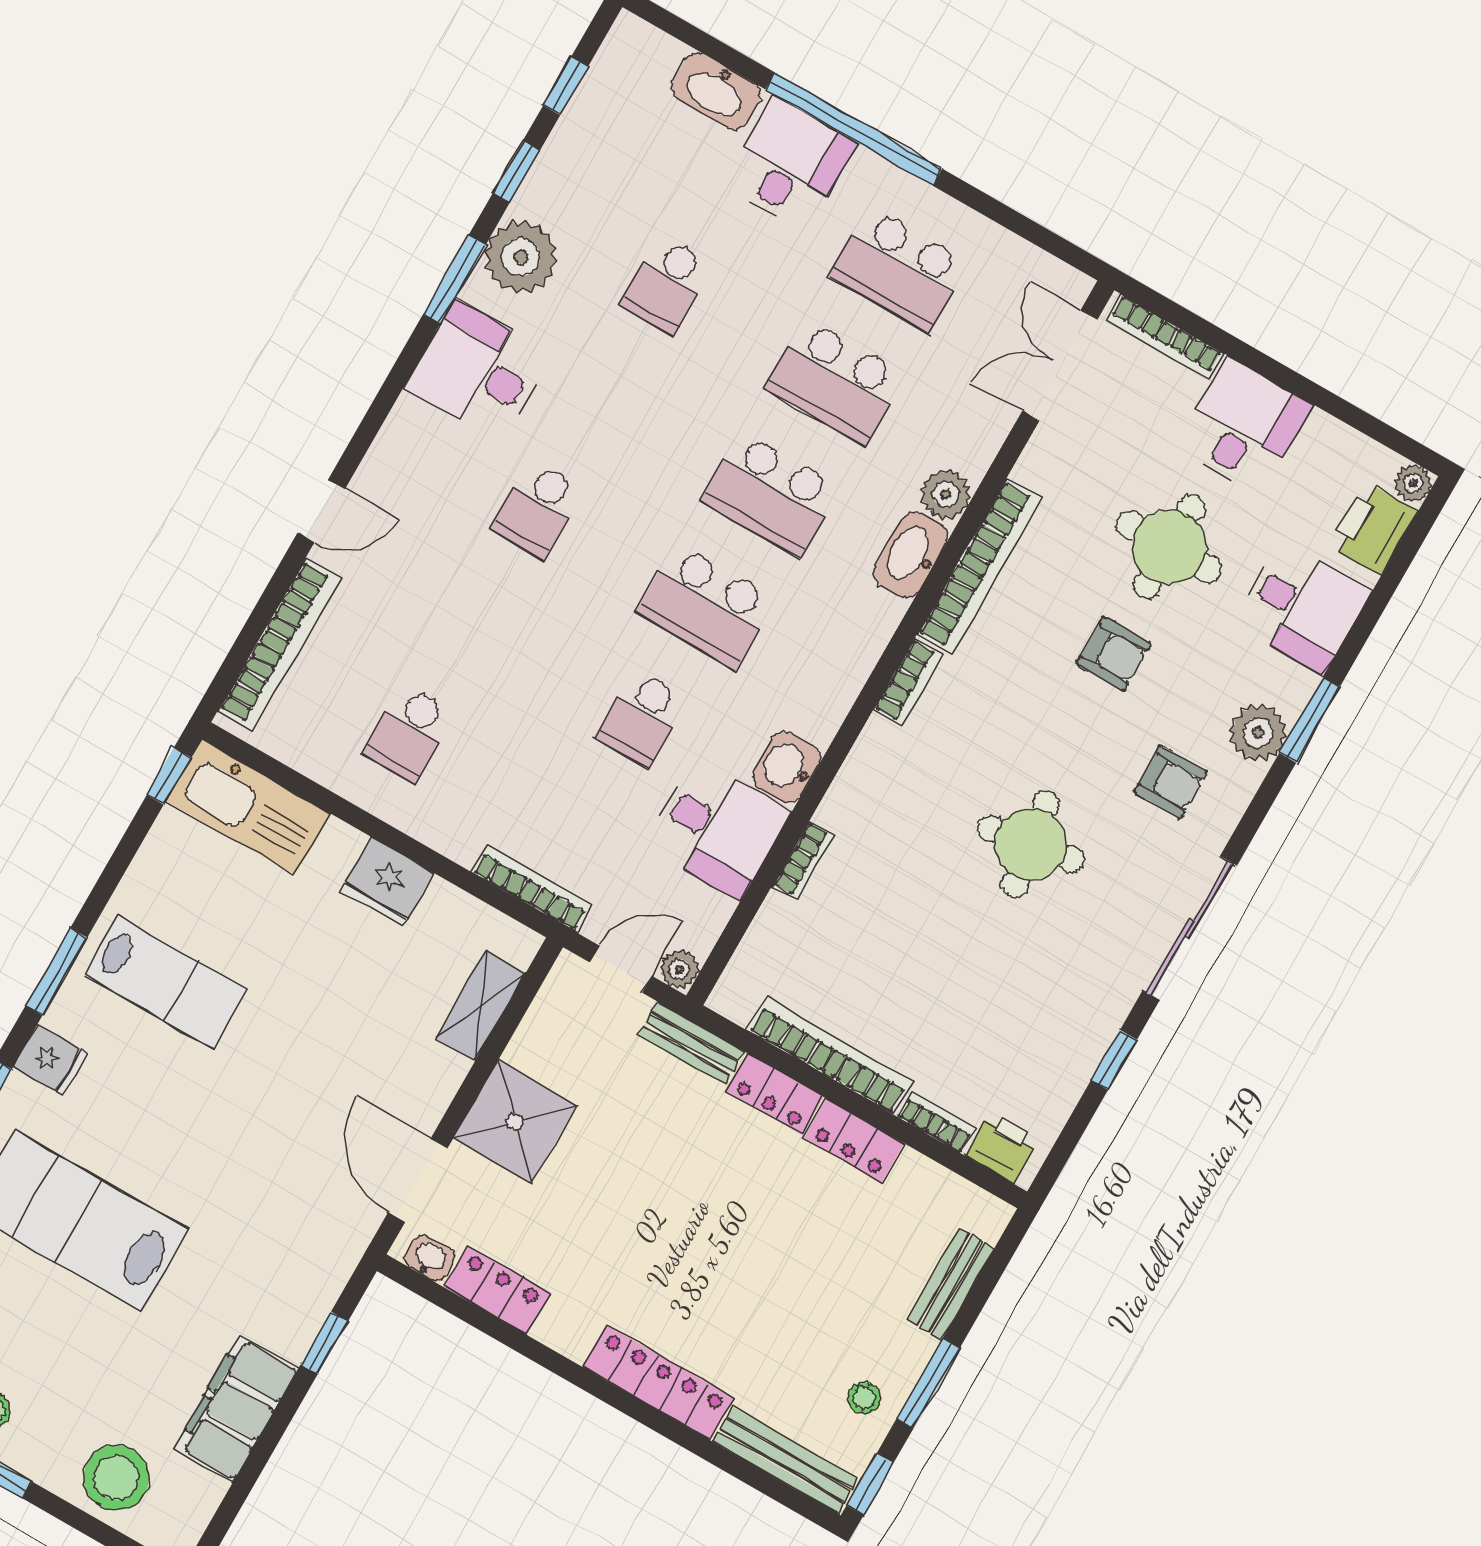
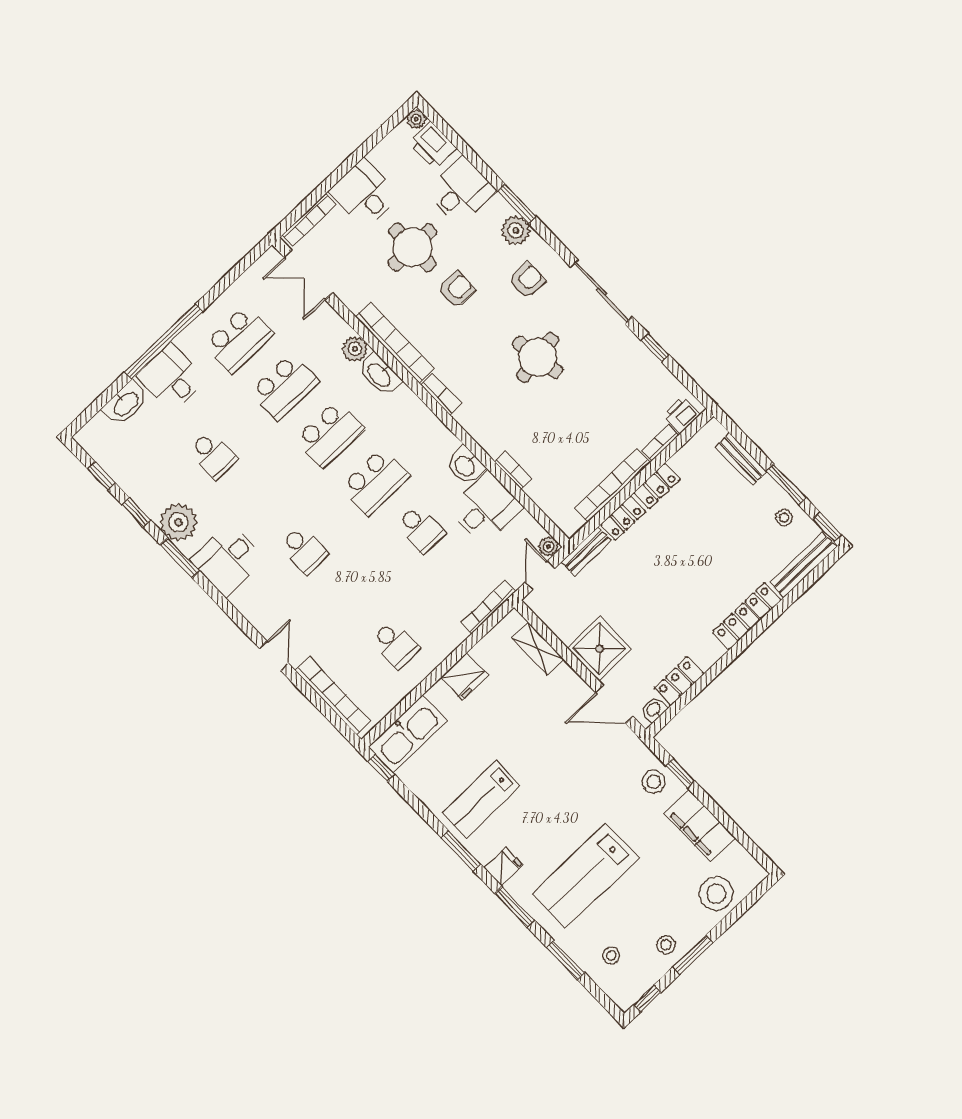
lab bench: (165, 982) -> (482, 799), turned 180
stool: (293, 1298) -> (654, 782), added

